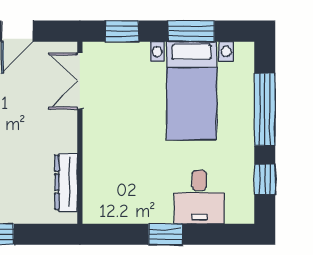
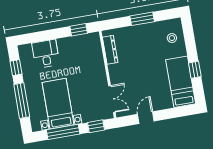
window: (191, 31) -> (63, 132), width x1.44
window: (165, 234) -> (79, 30), moved

